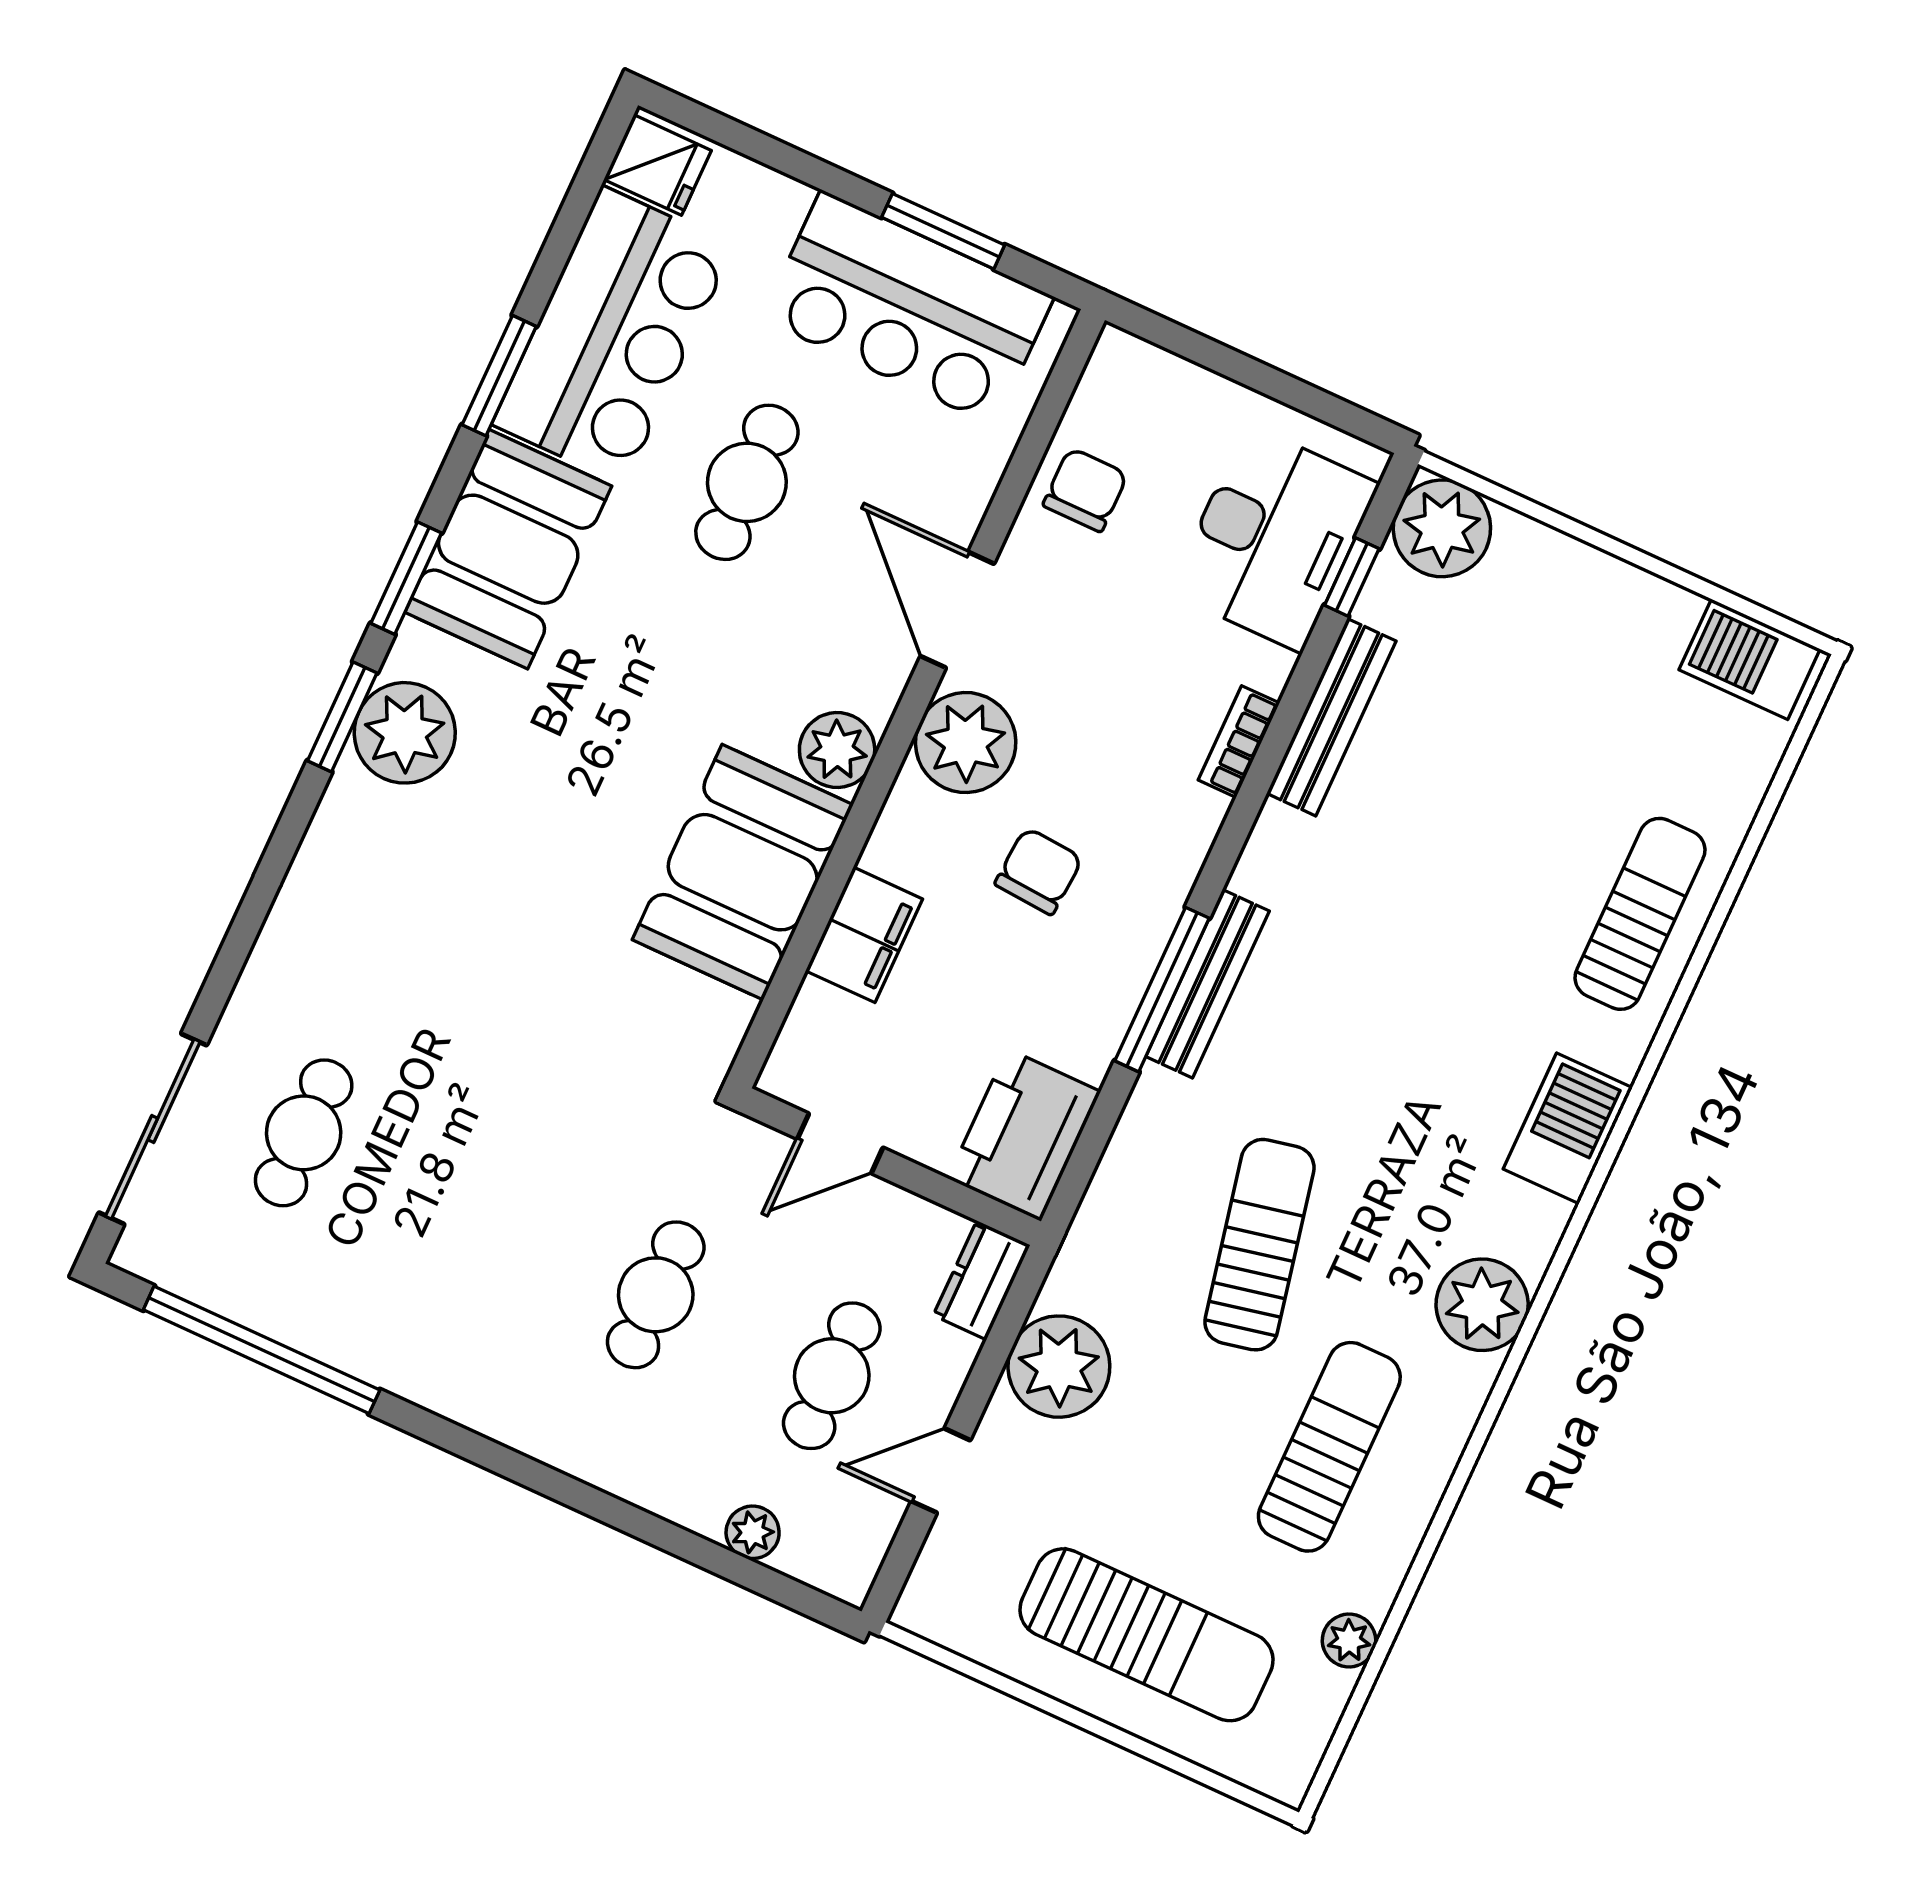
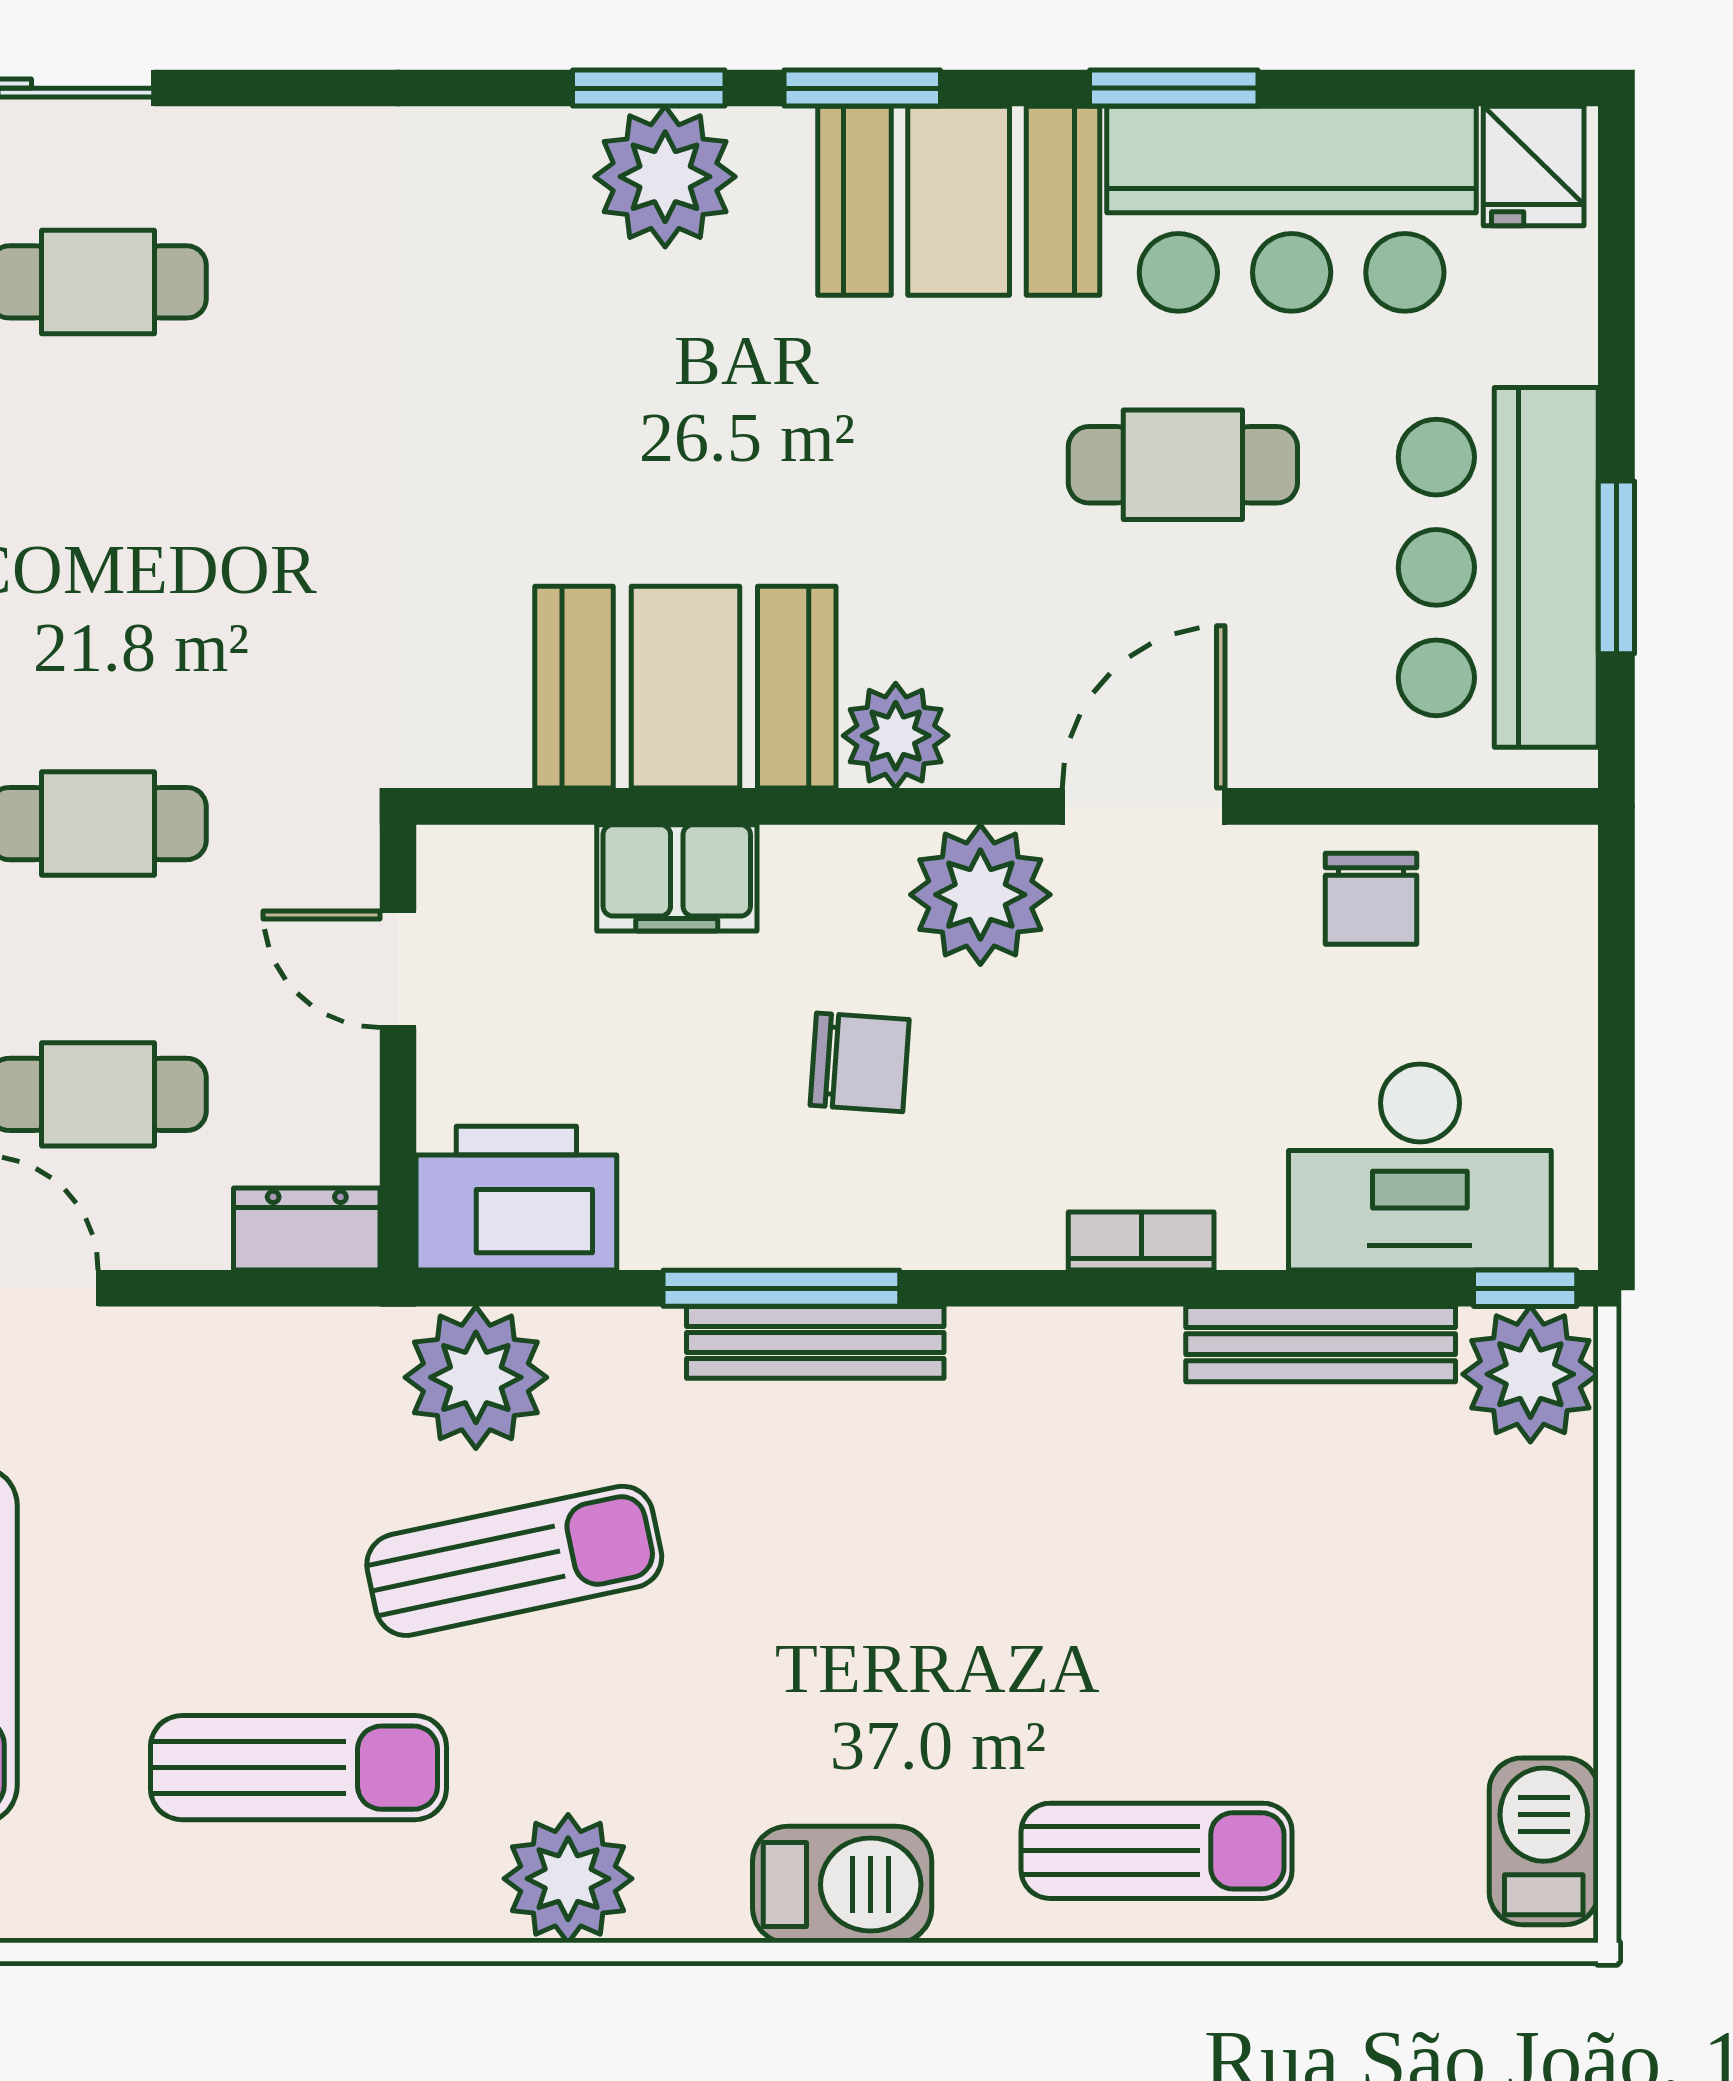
chair: (1085, 490) -> (1371, 899), turned 90
window: (1352, 577) -> (1525, 1288), moved
bench: (1331, 717) -> (1321, 1344), moved
plant: (1059, 1367) -> (476, 1377), moved
plant: (1349, 1640) -> (64, 1906), removed

